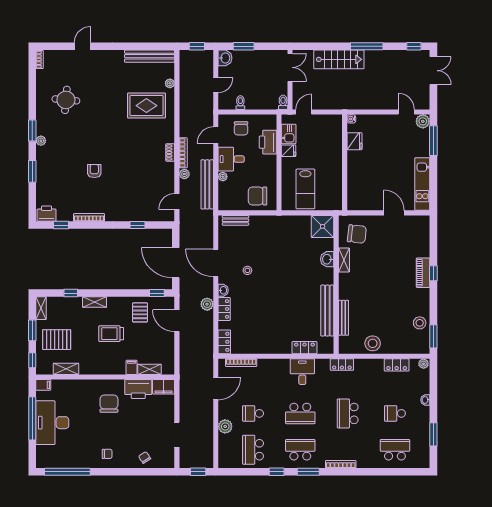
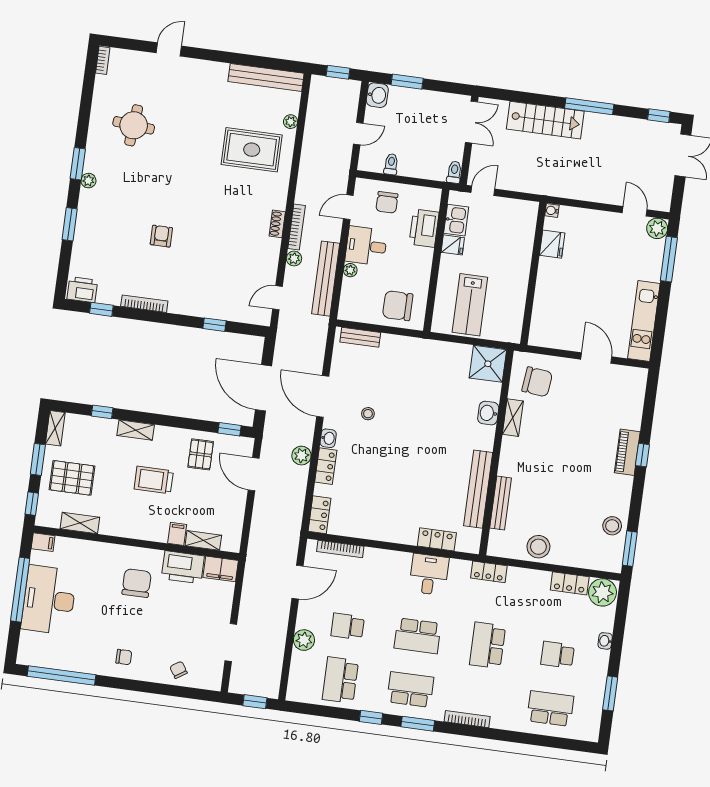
plant: (424, 364) -> (602, 592), width x1.88, depth x1.88

